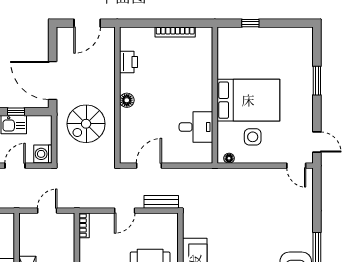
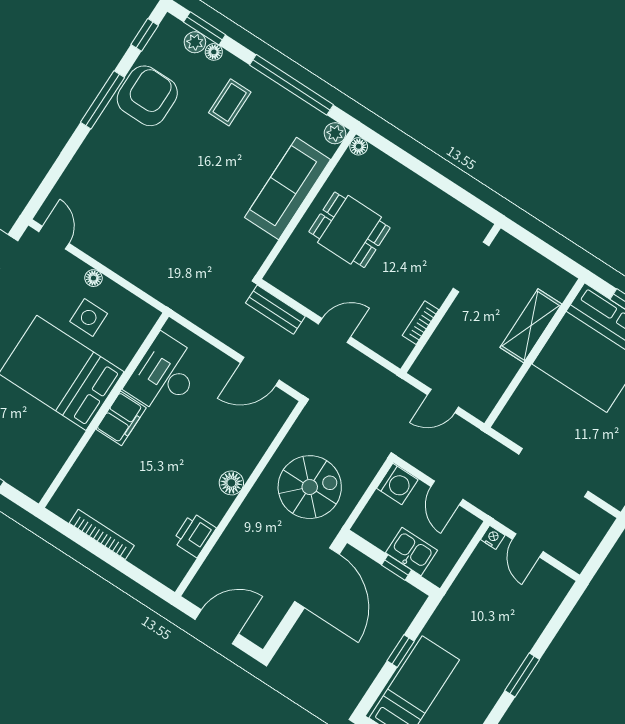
filing cabinet: (203, 97) -> (121, 418), added
desk: (196, 127) -> (164, 375), width x1.37
floor lamp: (229, 158) -> (93, 278), moved
door: (15, 166) -> (447, 493), hinge flipped
bookcase: (84, 225) -> (421, 323), moved

